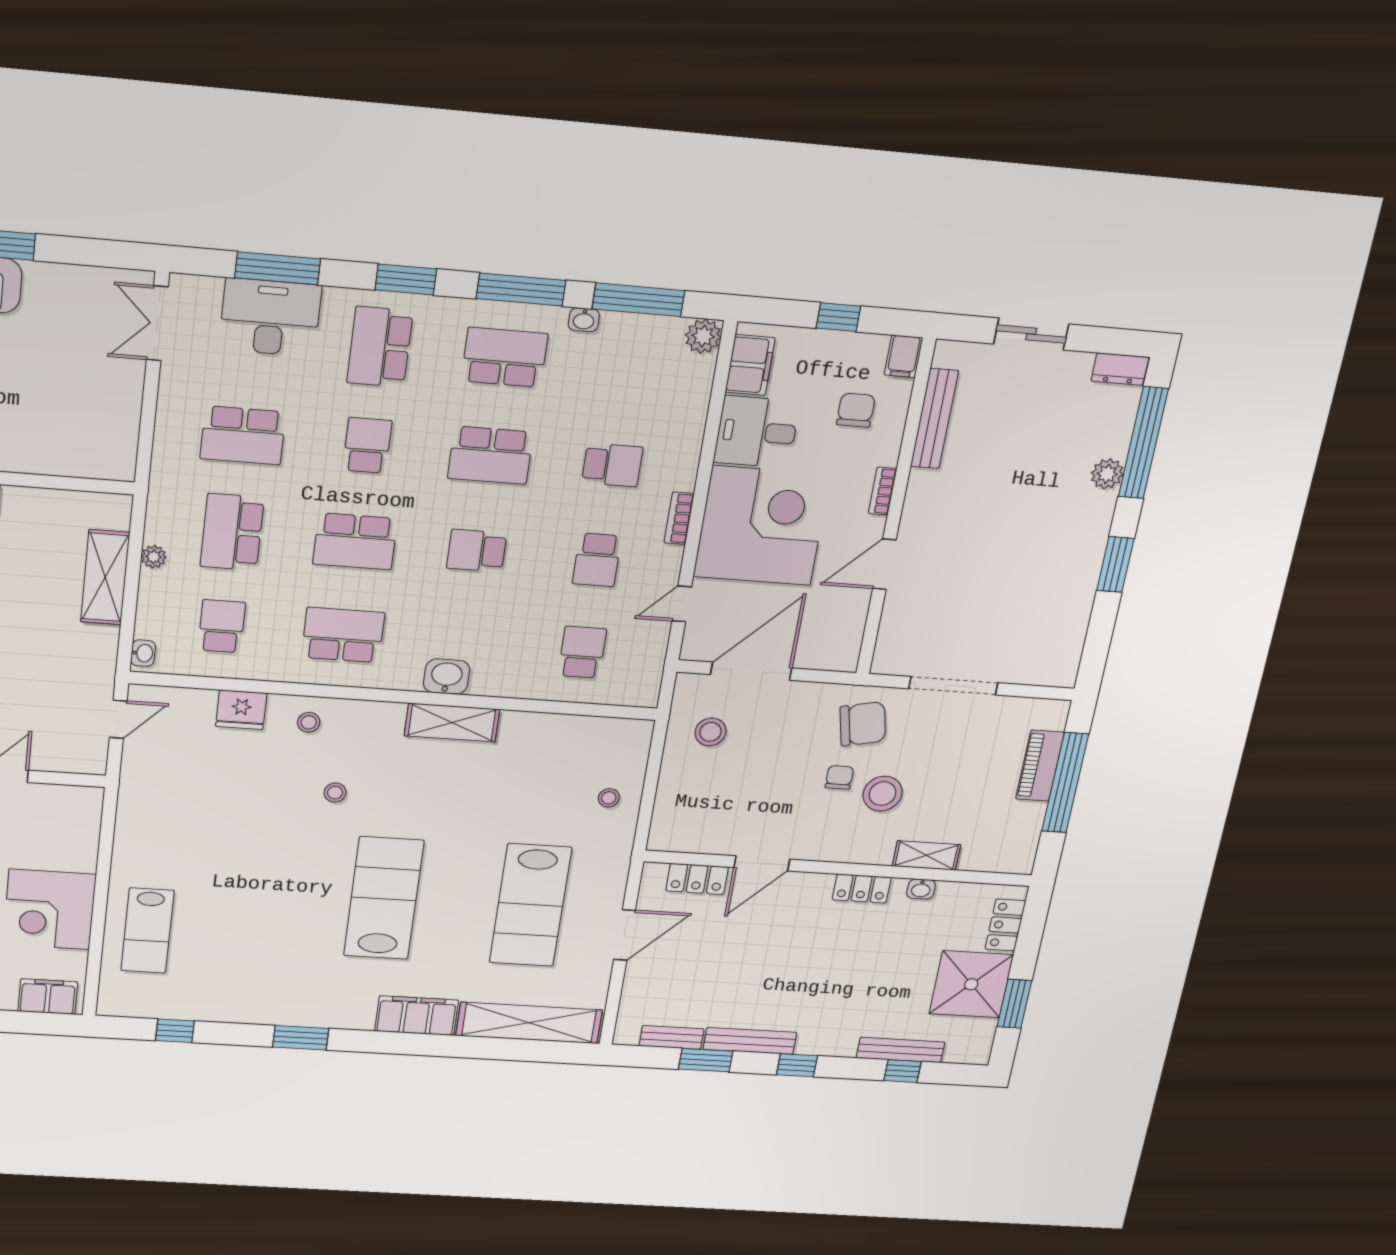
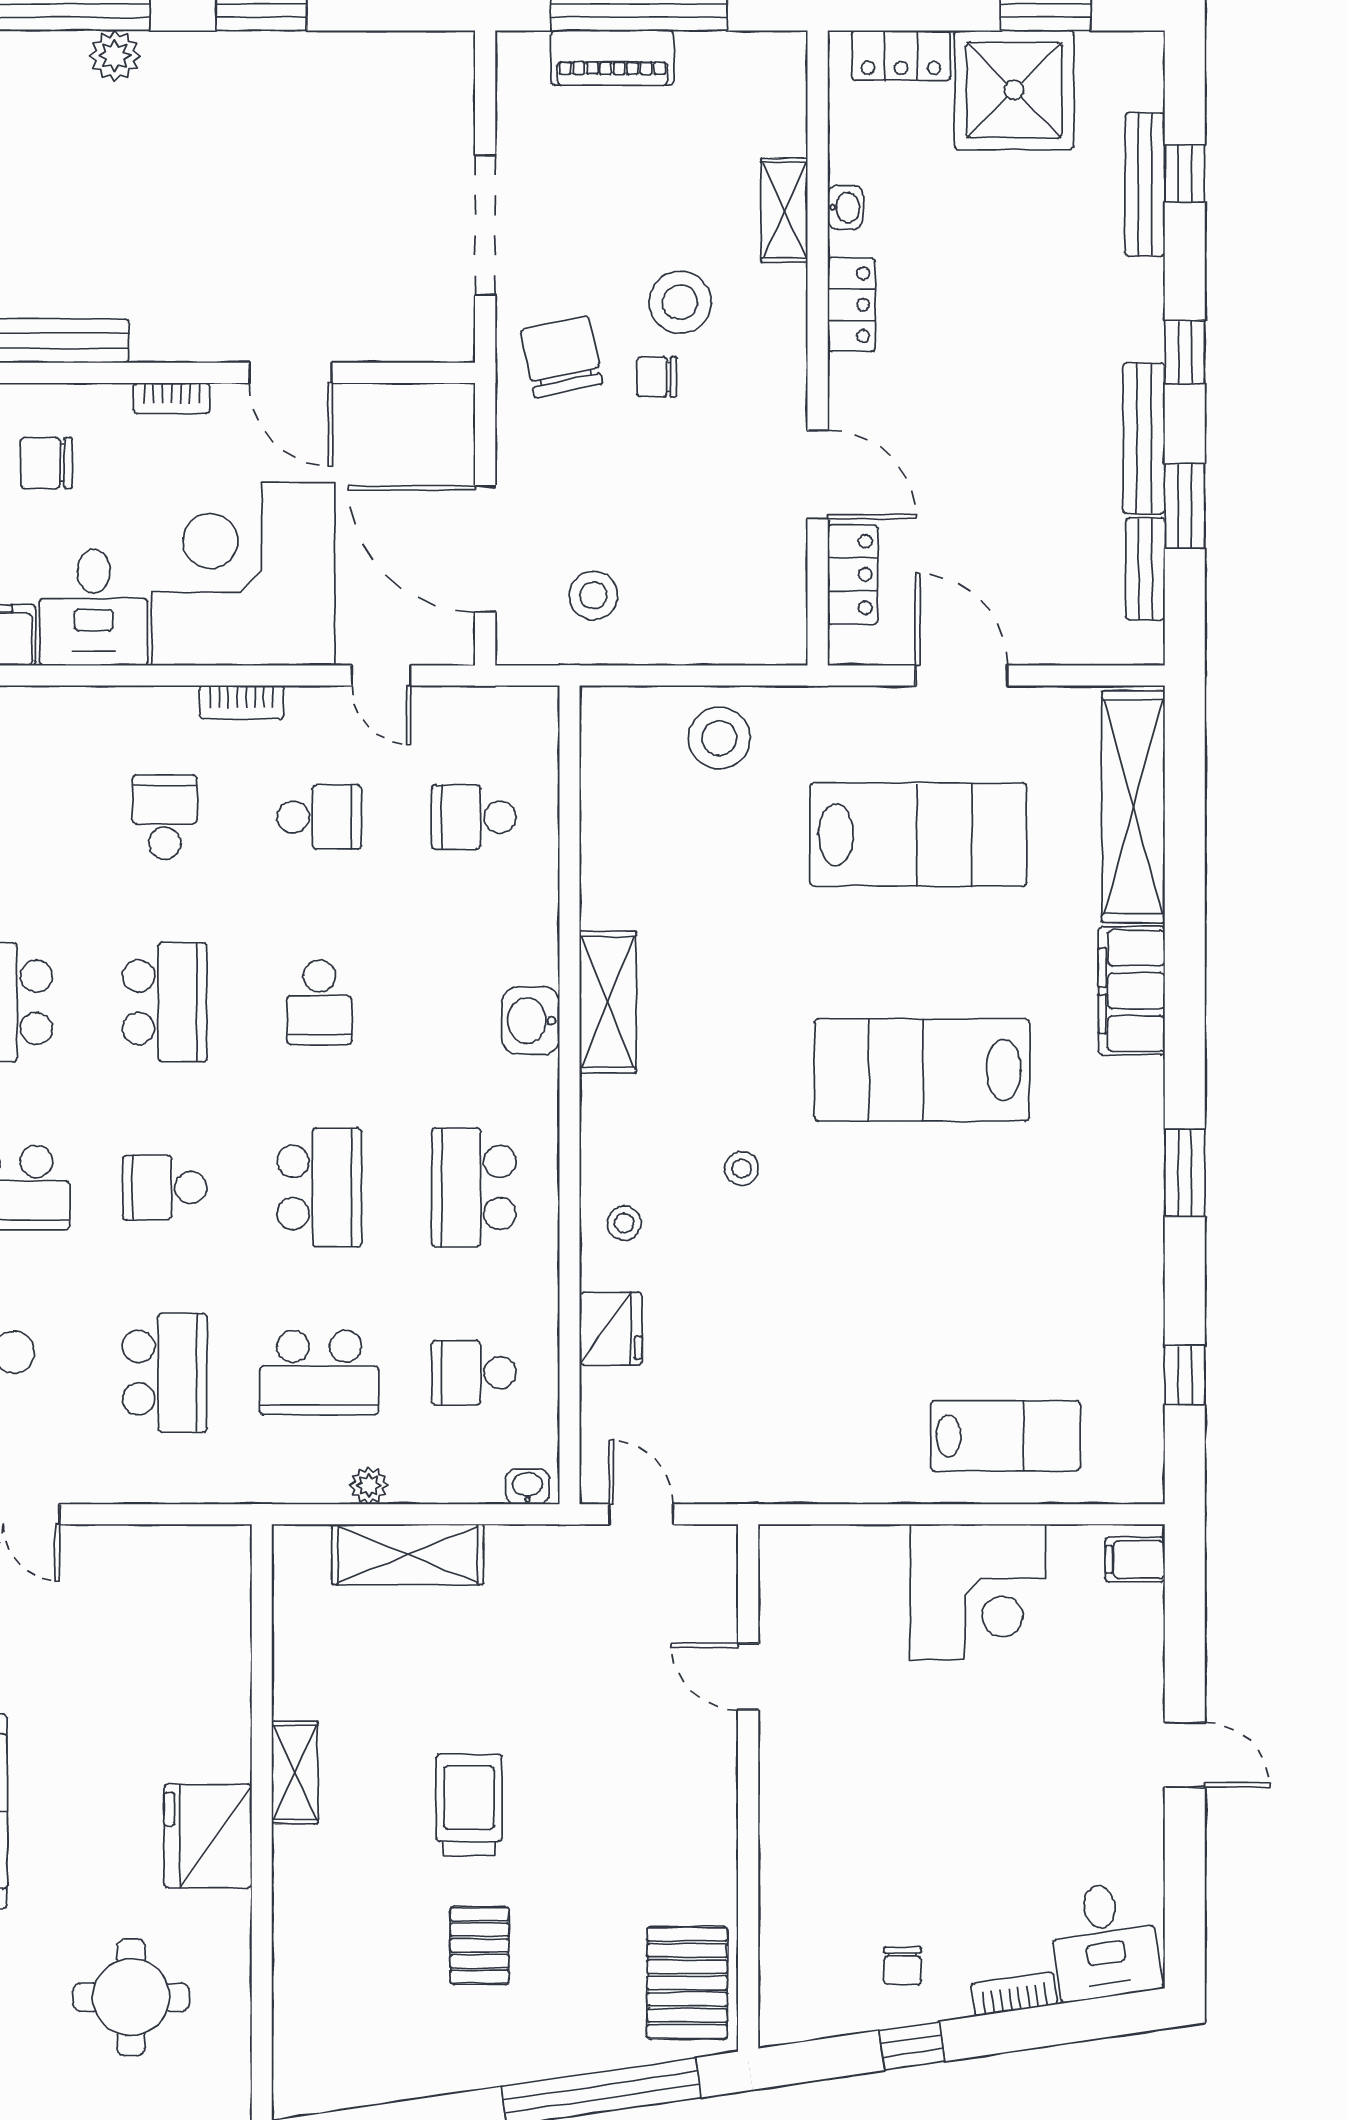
stool: (609, 798) -> (719, 738), width x1.89, depth x1.89
filing cabinet: (48, 997) -> (1135, 1560), width x0.50

